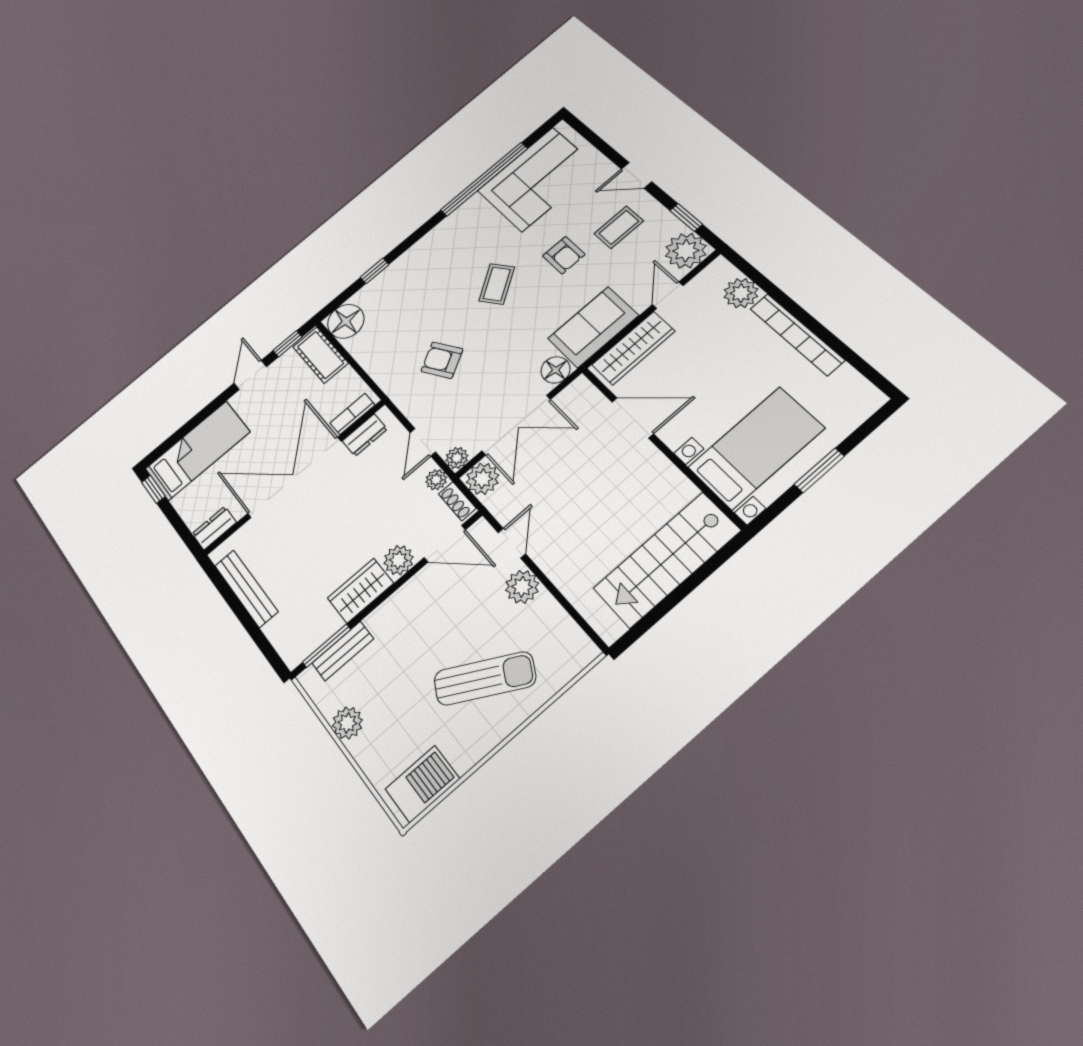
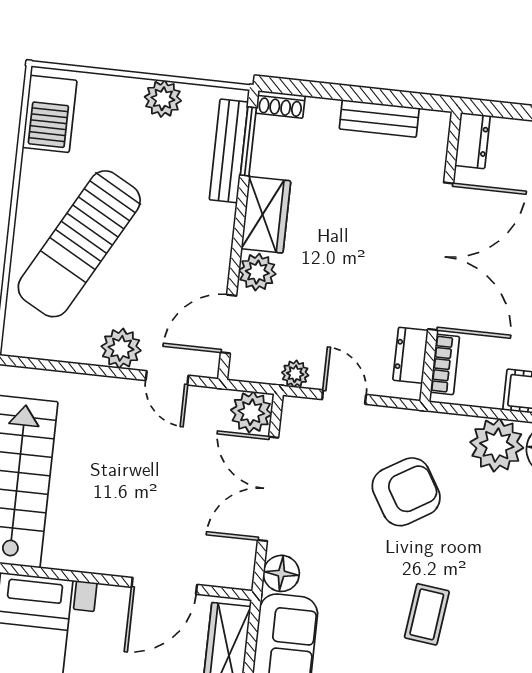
coffee table: (497, 284) -> (427, 614), turned 42
armchair: (442, 360) -> (406, 492), width x1.38, depth x1.38
plant: (457, 458) -> (497, 445), moved, width x1.88, depth x1.88
shoe rack: (457, 501) -> (281, 104), moved, turned 180
bench: (246, 589) -> (379, 118), width x0.73
bench: (343, 651) -> (229, 151), width x1.36
sun lounger: (485, 678) -> (79, 244), width x1.36, depth x1.34

